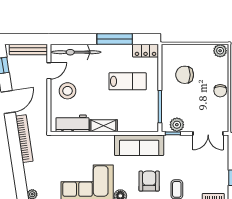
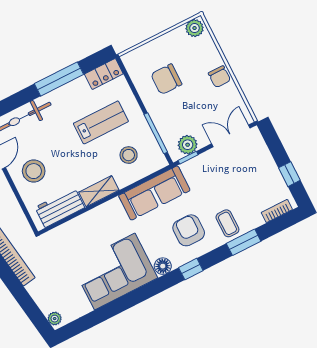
stool: (135, 112) -> (129, 155), added
double door: (208, 133) -> (231, 136), swing flipped

